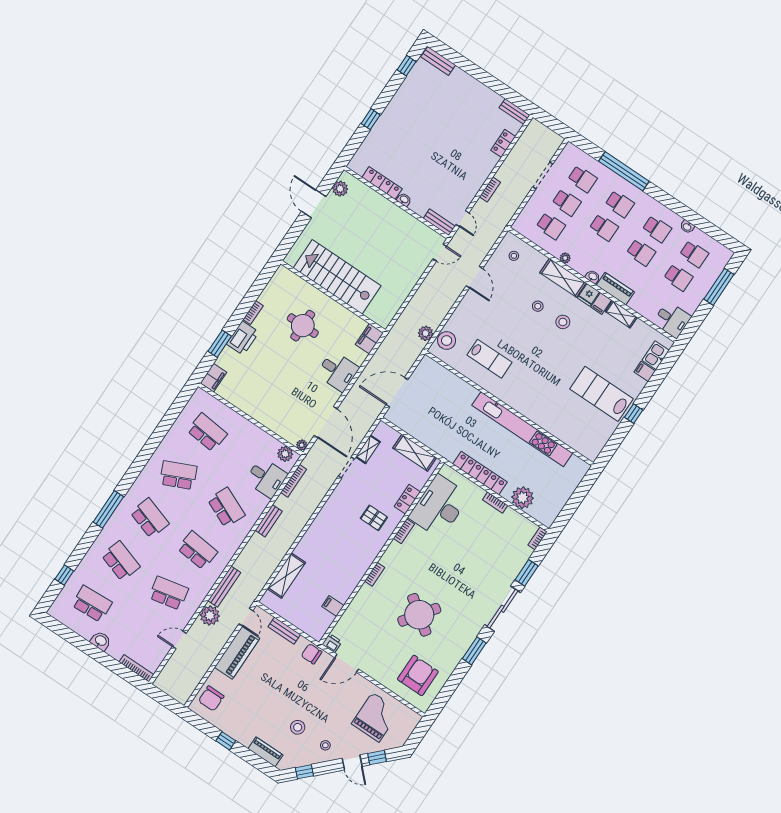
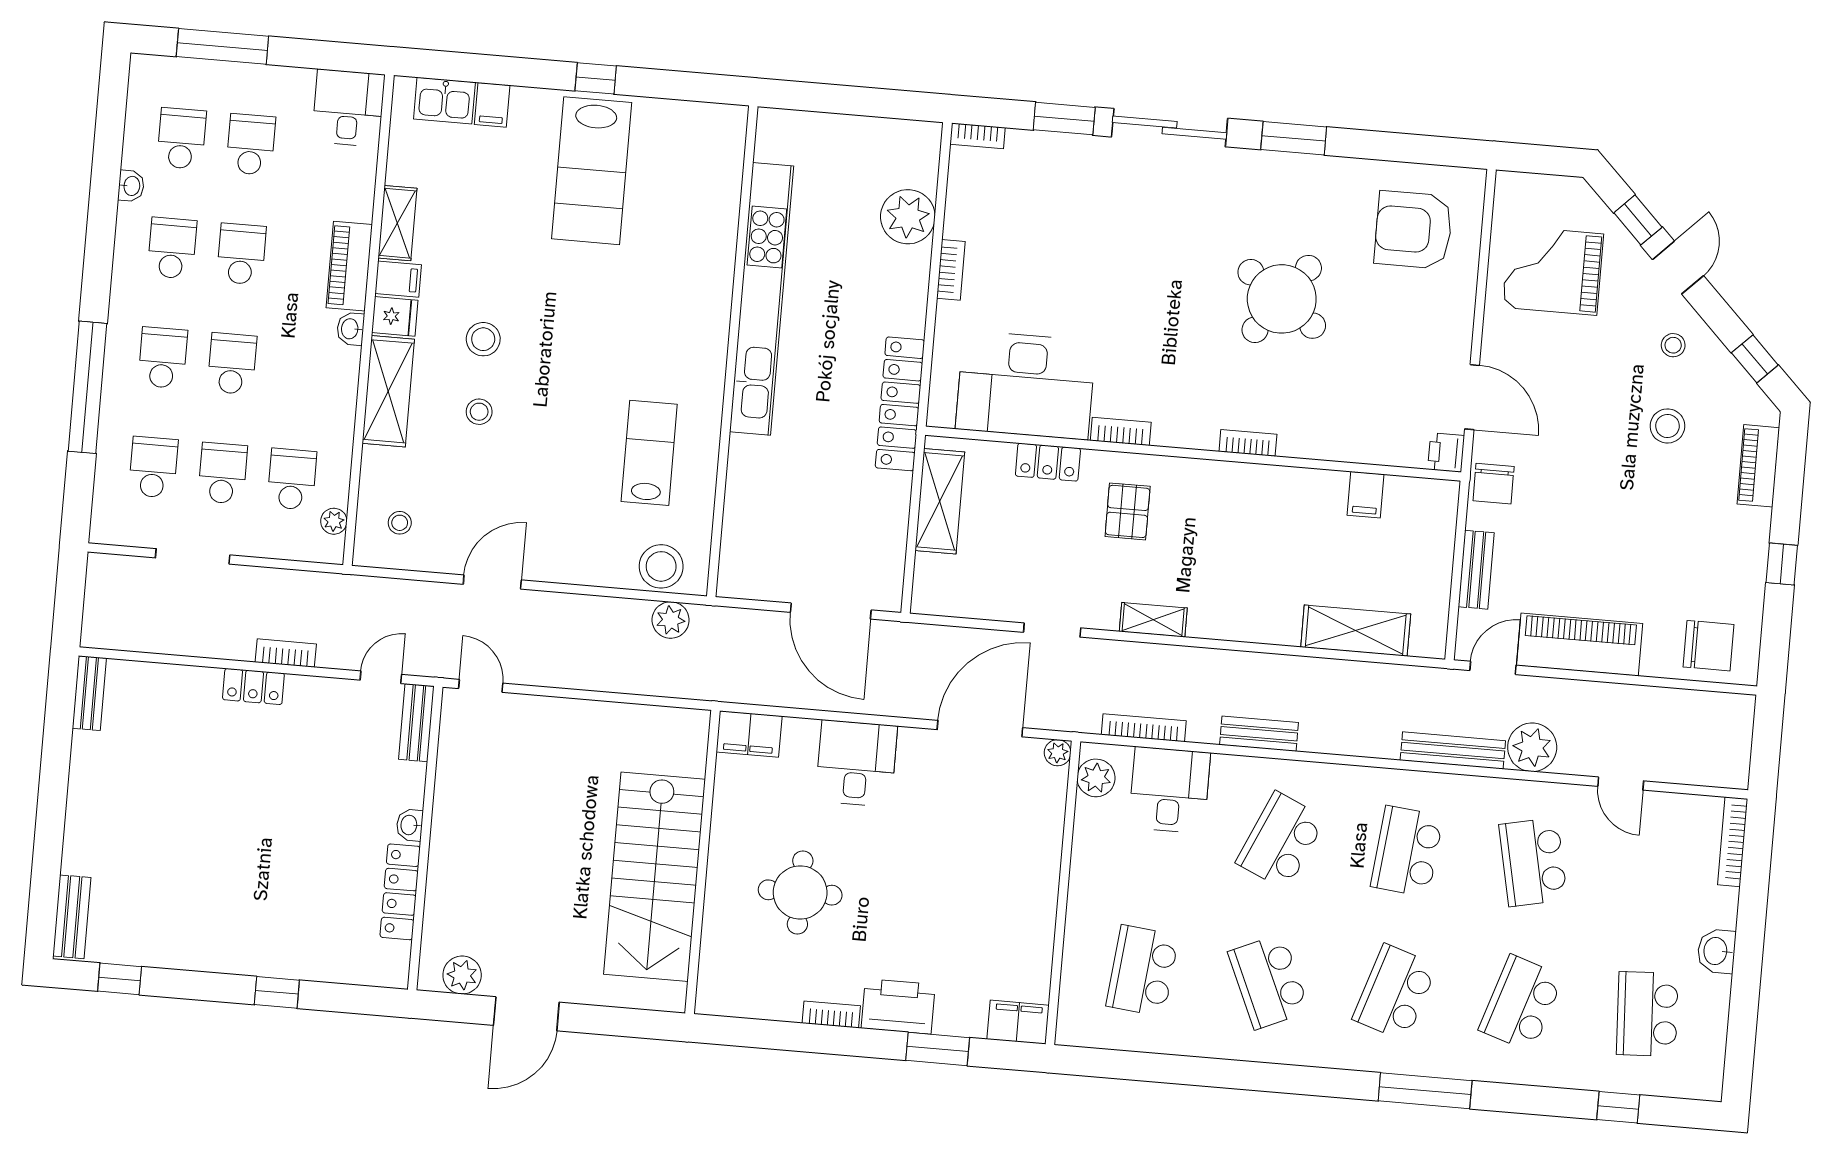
locker: (503, 143) -> (253, 686), moved
plant: (565, 258) -> (334, 521), moved
shelving: (368, 449) -> (1153, 620), moved
locker: (480, 473) -> (900, 404), moved

